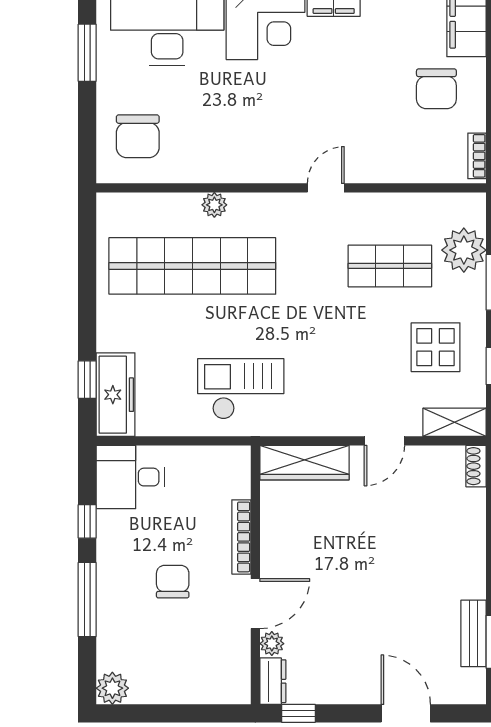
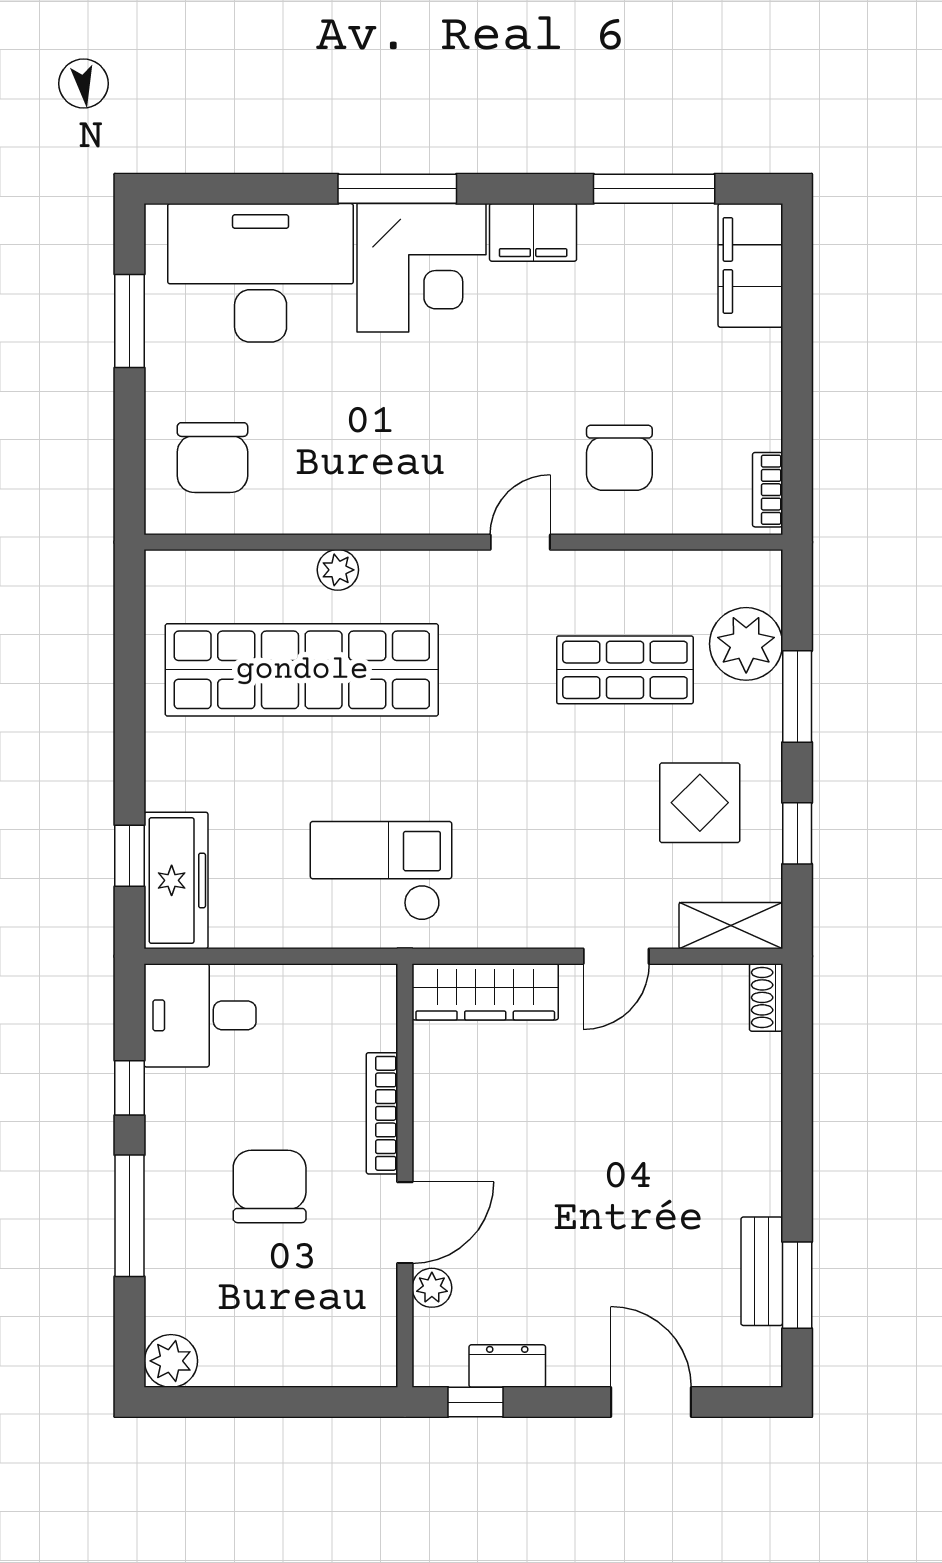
chair: (436, 89) -> (619, 458), moved
chair: (173, 582) -> (270, 1186), width x1.37, depth x1.37
dresser: (273, 681) -> (507, 1366), moved, turned -90

